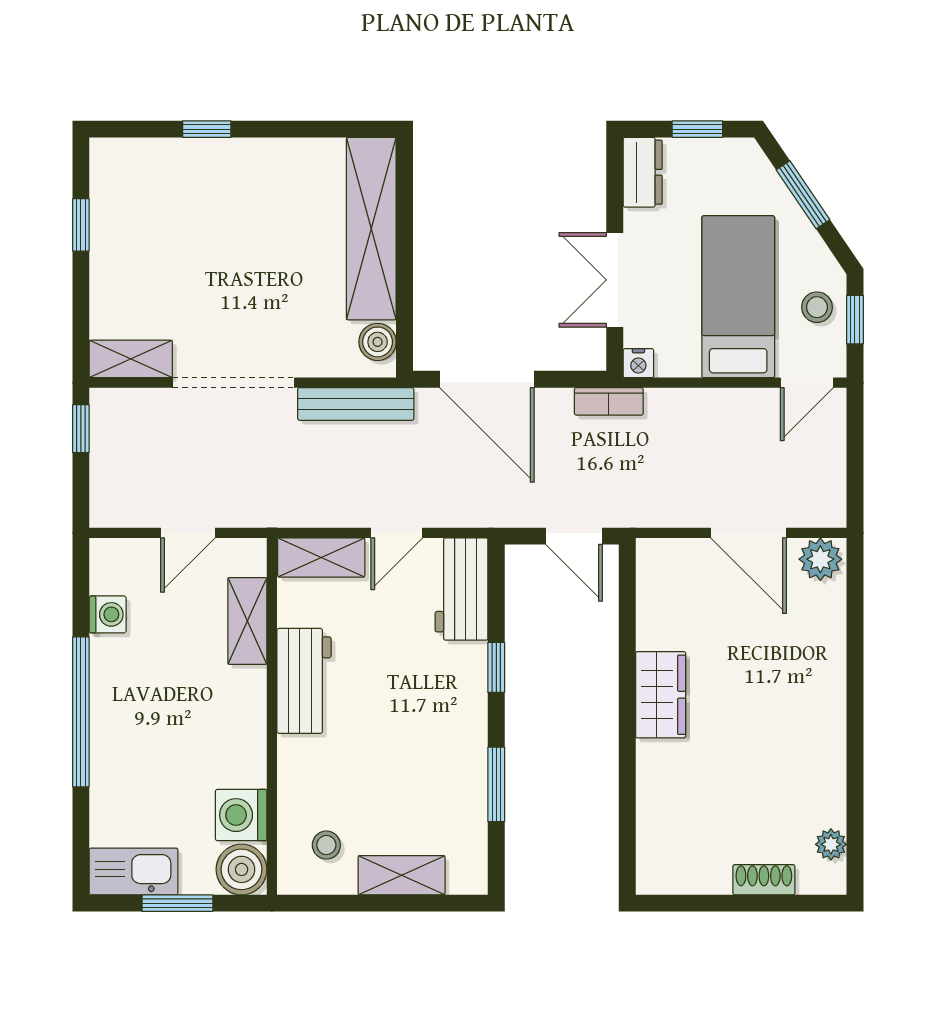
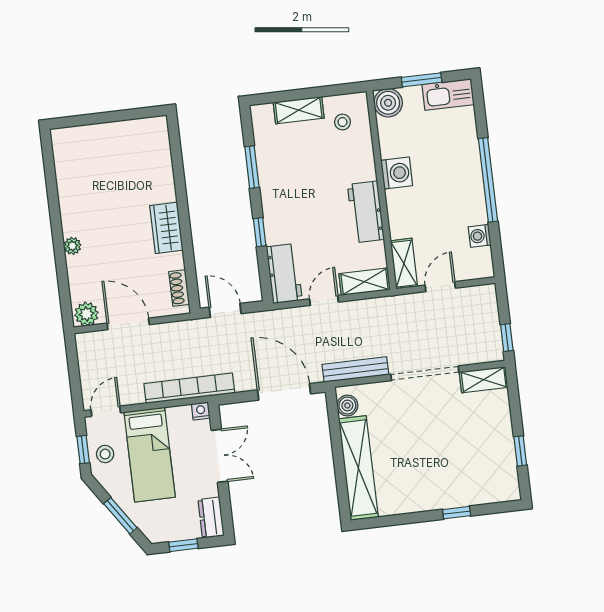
bookcase: (609, 401) -> (189, 388), width x2.31, depth x1.31
shelving: (247, 621) -> (404, 264), moved
washing machine: (241, 815) -> (397, 173), moved
plant: (831, 844) -> (72, 246), moved
shoe rack: (764, 880) -> (179, 288), moved, turned 90

